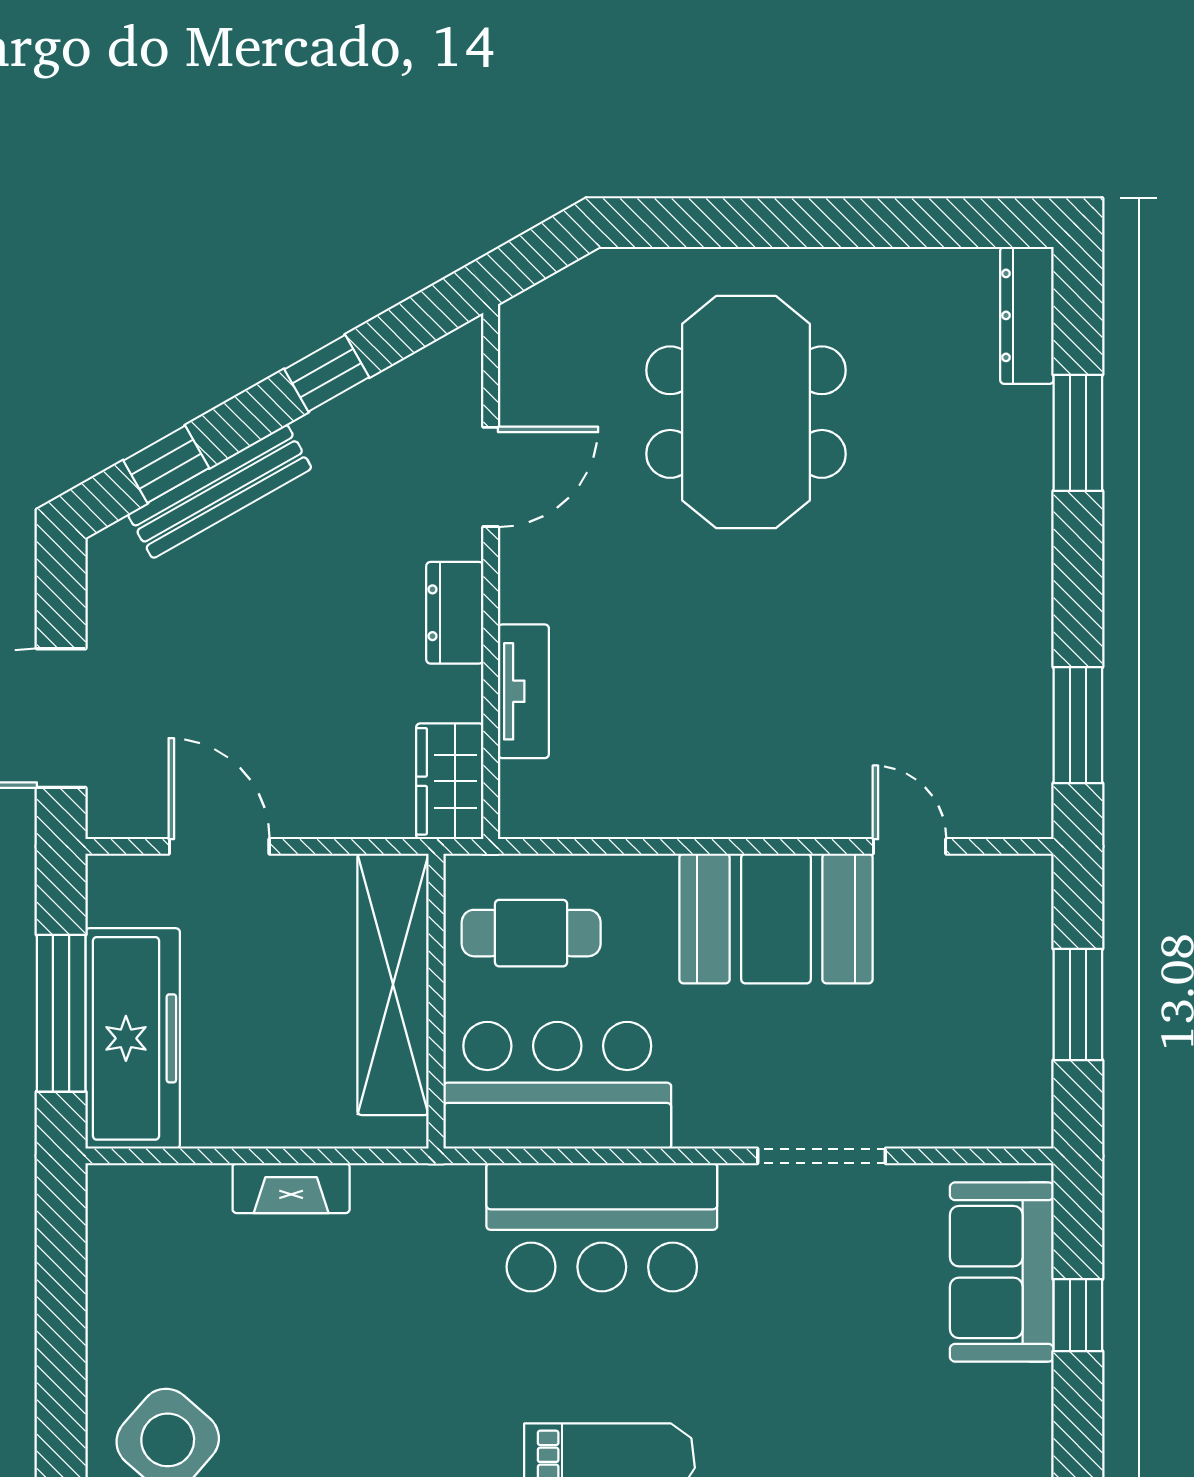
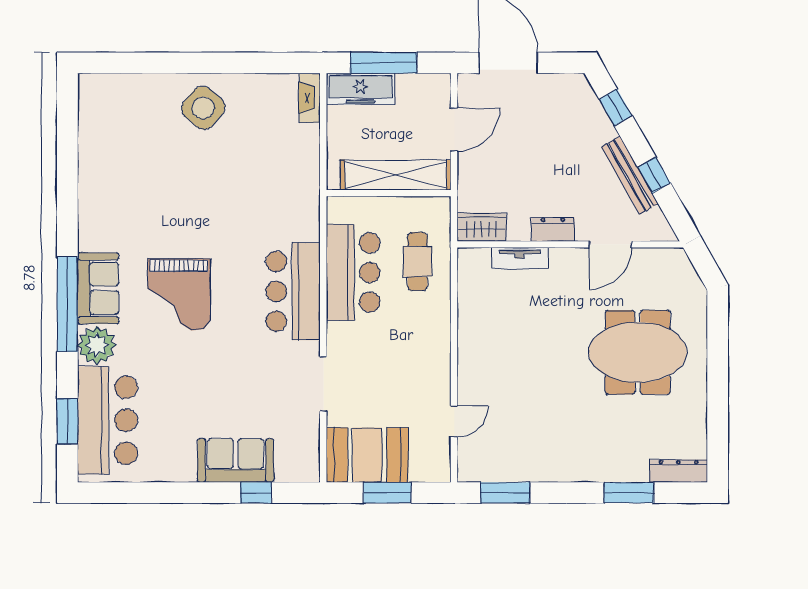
door: (491, 477) -> (610, 244), hinge flipped
bench: (220, 491) -> (630, 175), moved
booth: (776, 919) -> (367, 455), moved, turned 90
shelving: (393, 984) -> (396, 175), moved
wall: (436, 1001) -> (389, 193), moved
freezer: (133, 1038) -> (360, 89), width x0.73, depth x0.79
fireplace: (291, 1188) -> (310, 98), moved
sofa: (1002, 1272) -> (236, 460), moved

